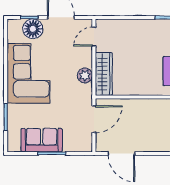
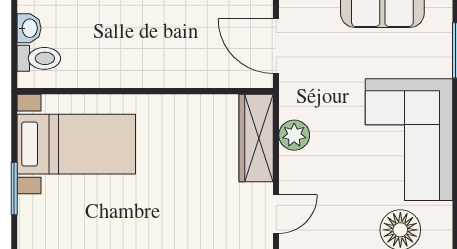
door: (94, 119) -> (276, 46), hinge flipped

